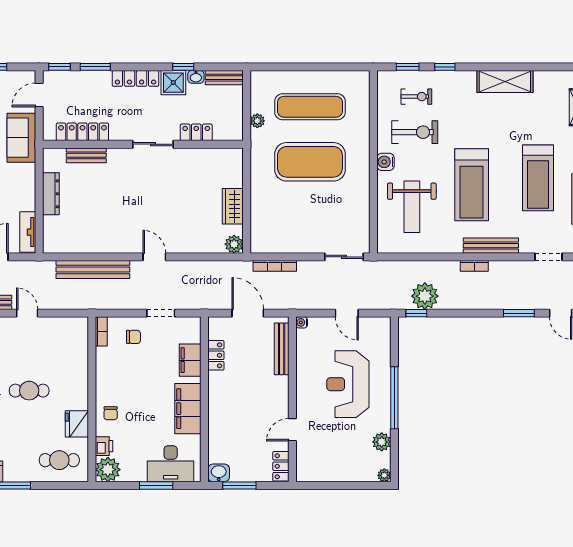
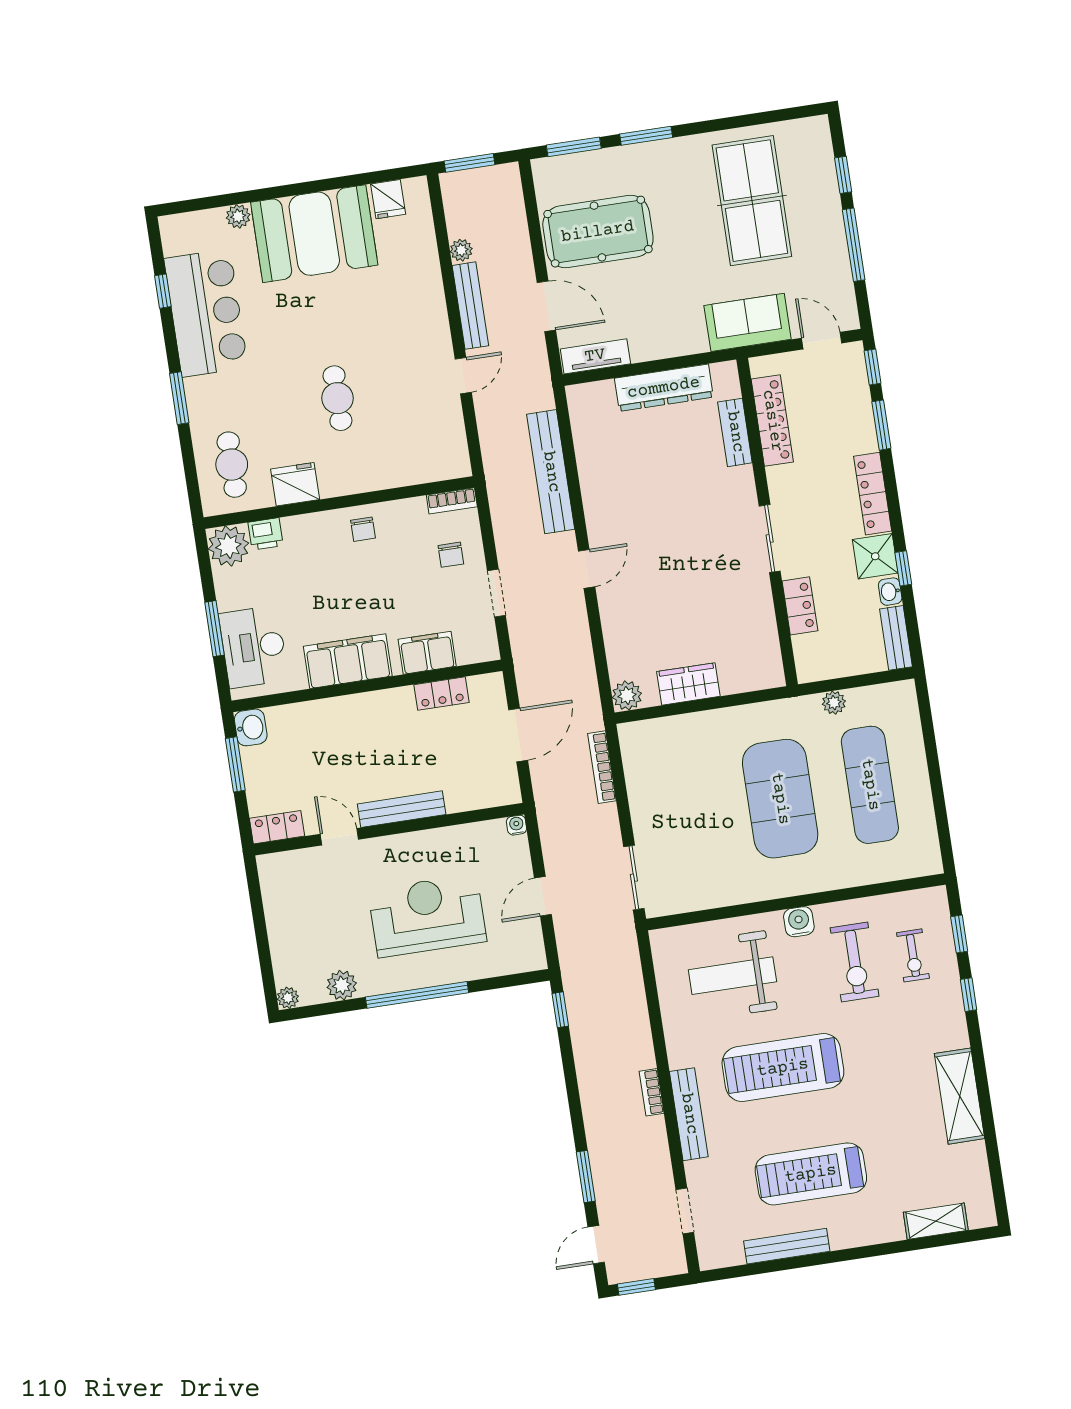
dresser: (51, 194) -> (664, 388), width x1.37, depth x1.24
plant: (425, 296) -> (590, 1019), removed
bench: (282, 349) -> (402, 809), moved
chair: (111, 413) -> (363, 529), moved, turned -90

